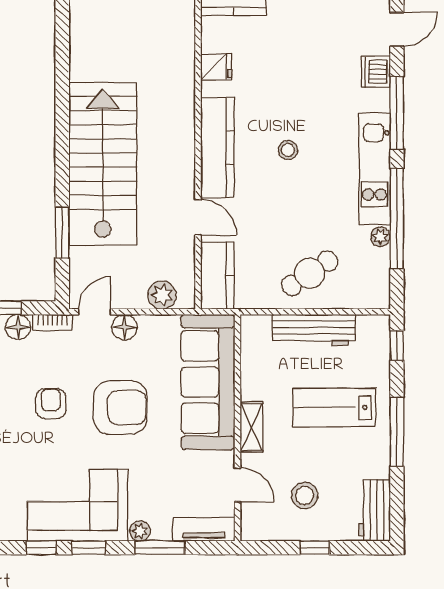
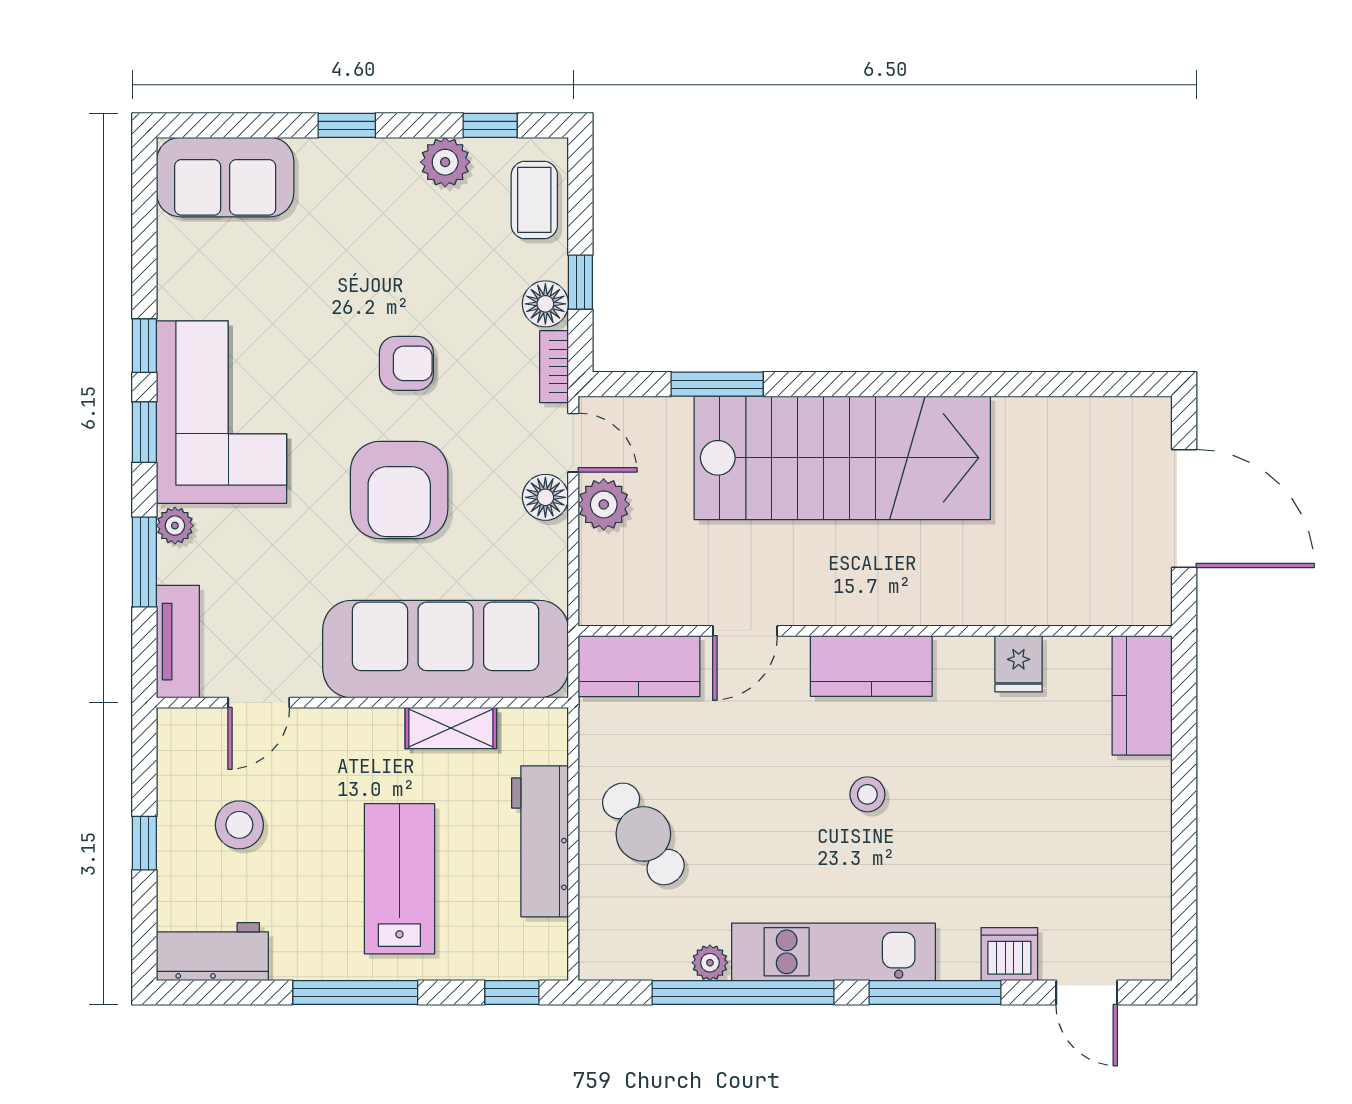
kitchen counter: (217, 148) -> (871, 666), width x0.67
plant: (162, 295) -> (604, 504), moved
shelving: (251, 427) -> (451, 728), moved

